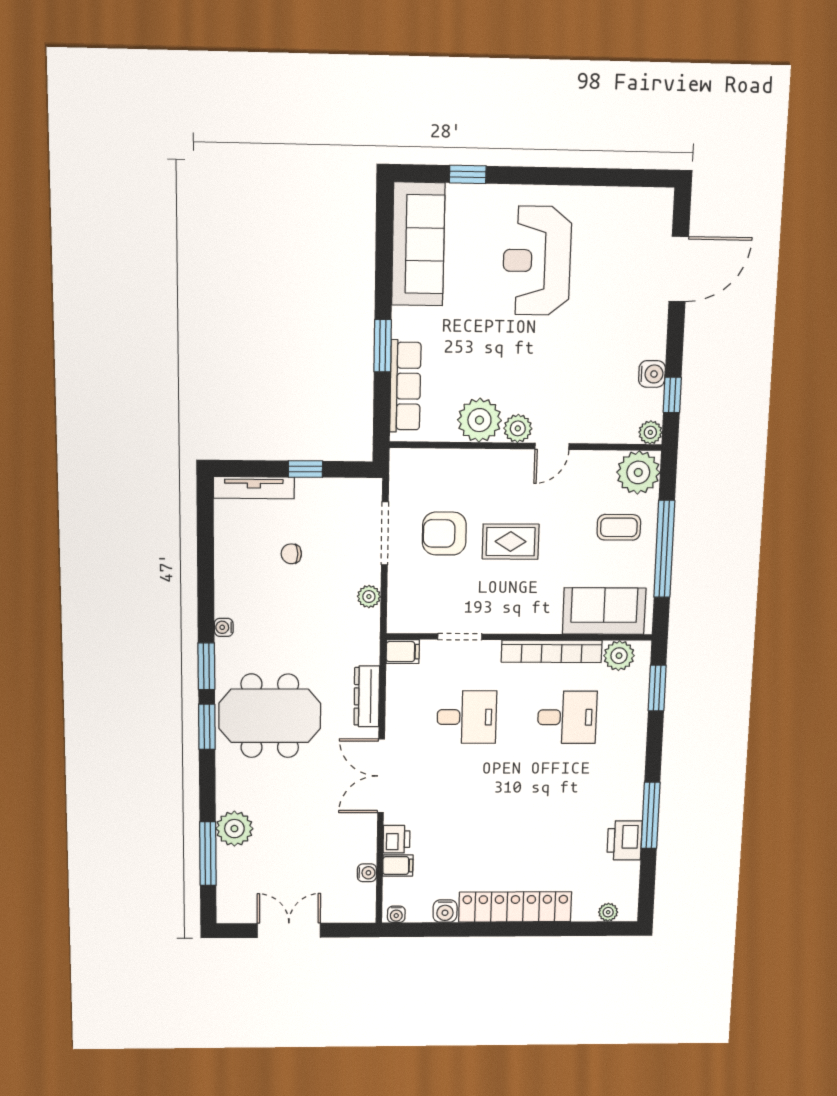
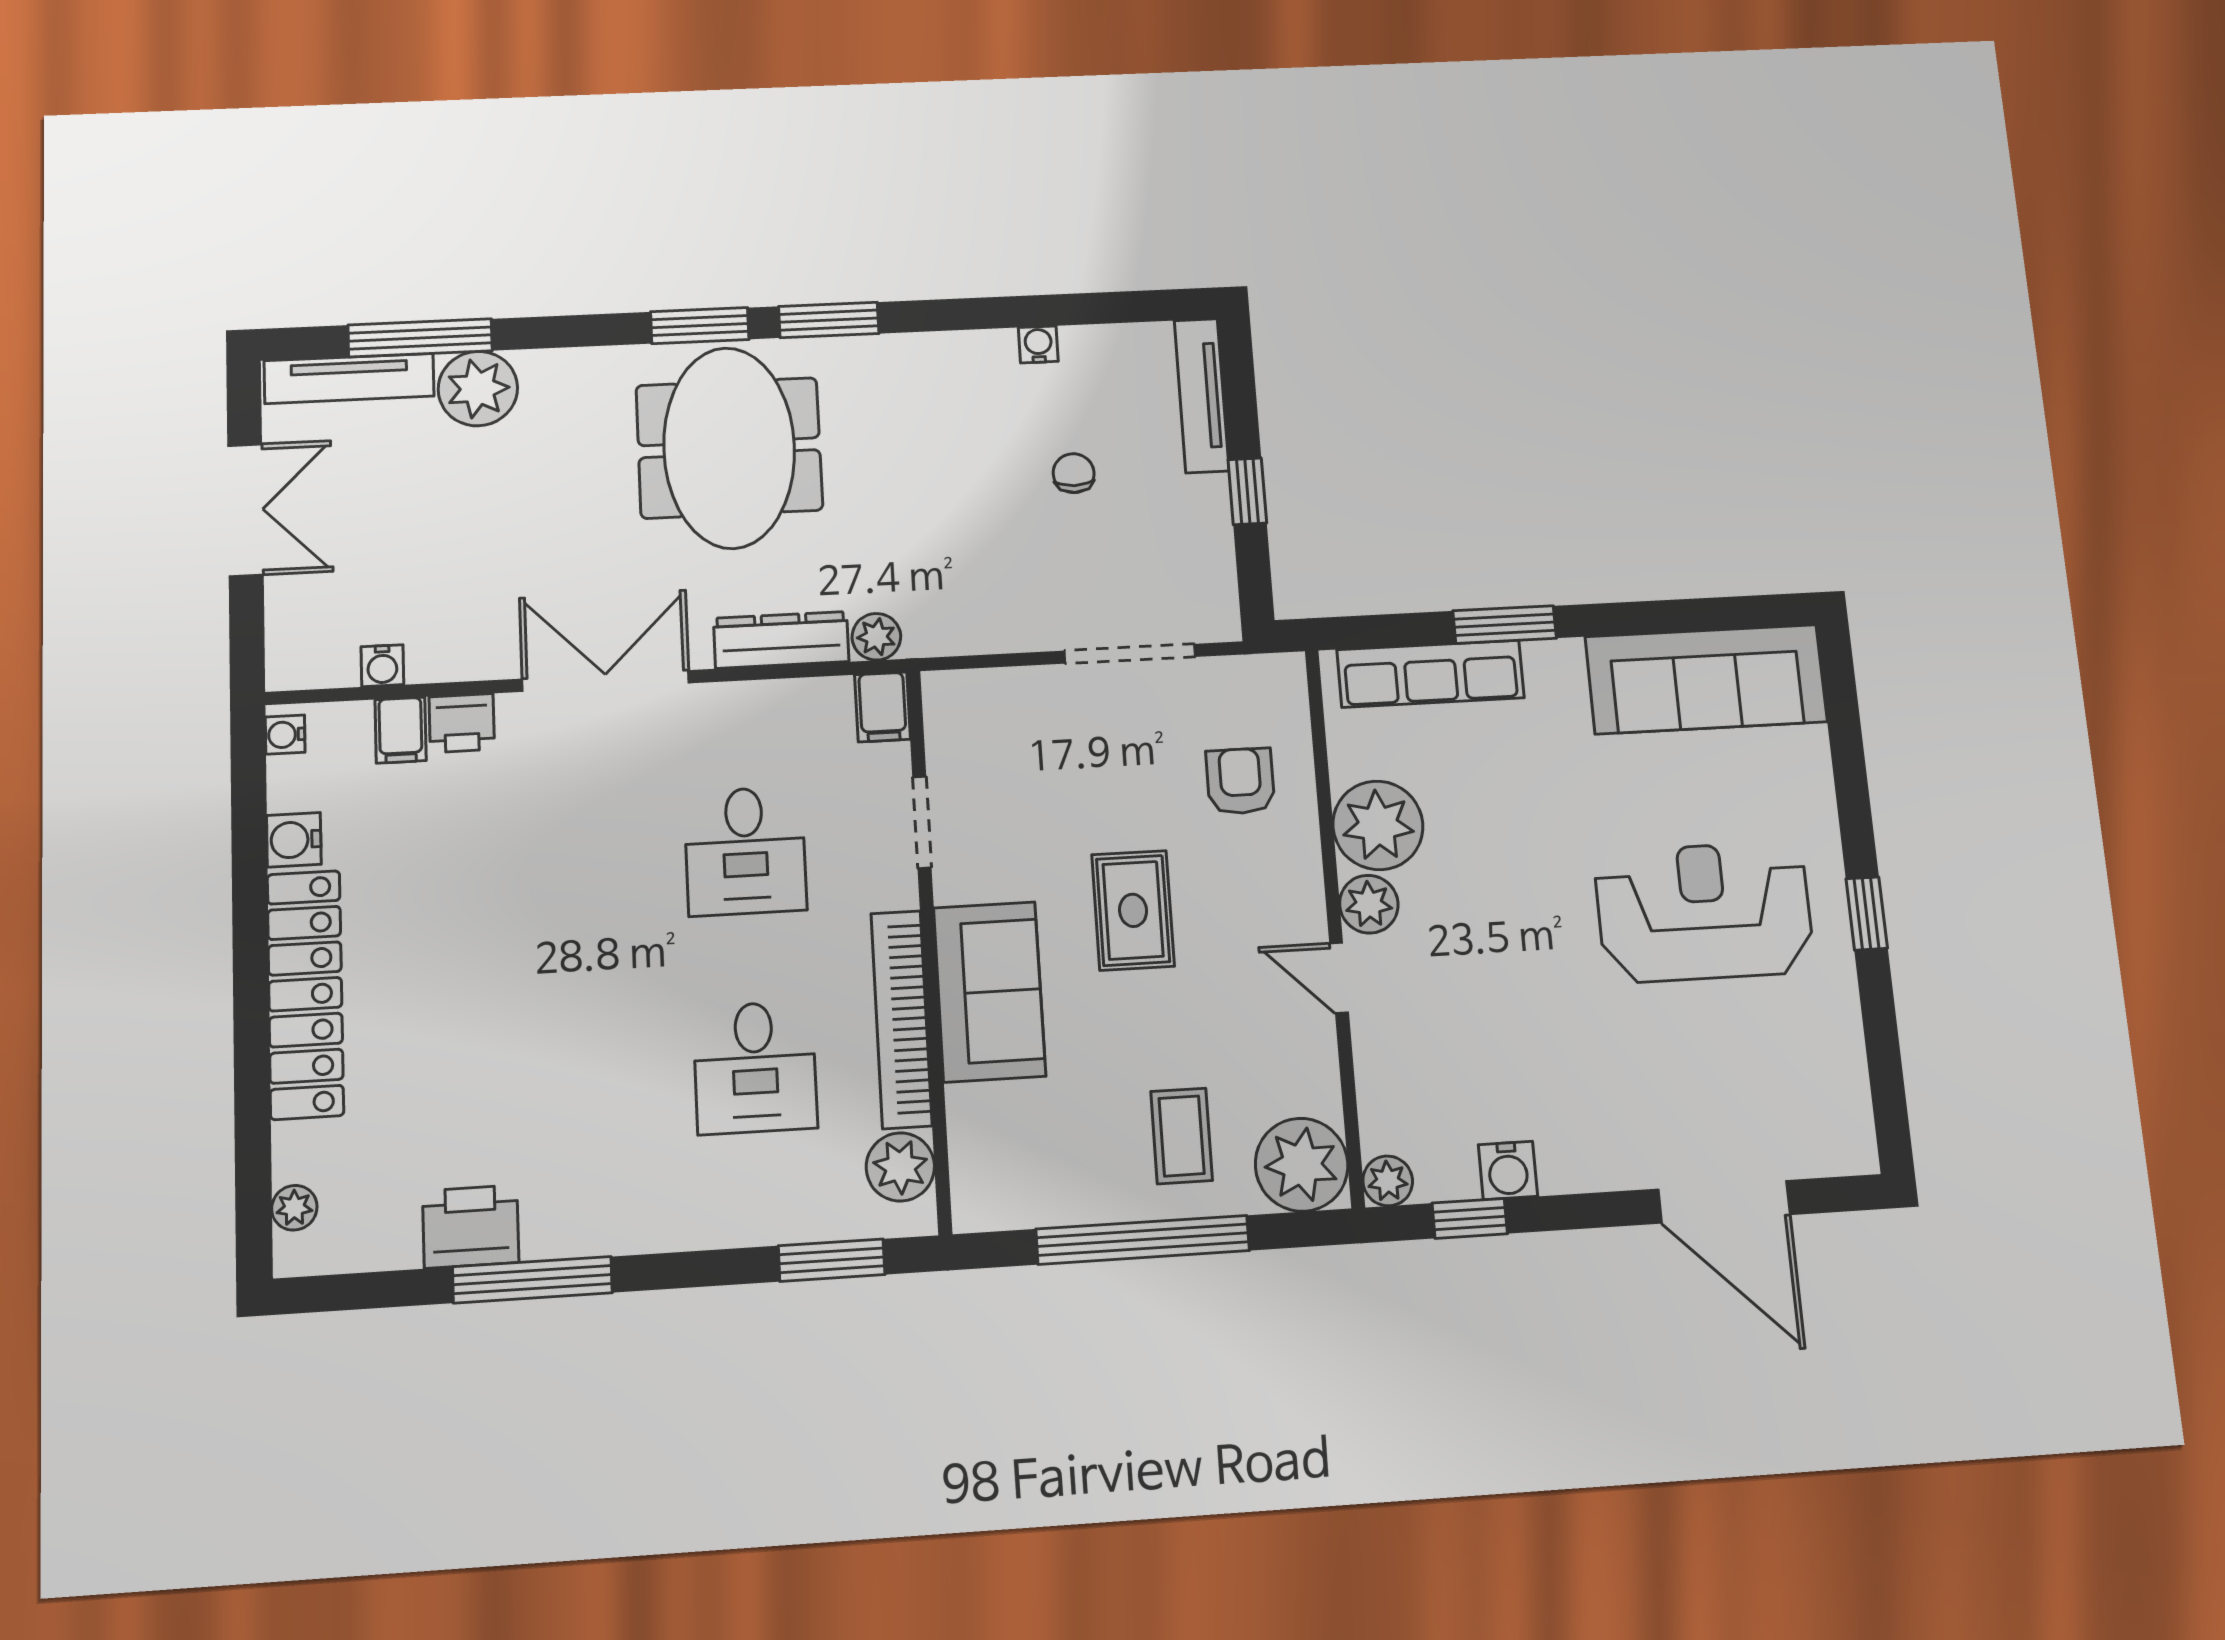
window: (468, 174) -> (1867, 913), moved
armchair: (444, 533) -> (1240, 781), moved, width x0.72, depth x0.72
plant: (369, 597) -> (876, 637), moved
sofa: (604, 611) -> (989, 992), moved
water cooler: (224, 627) -> (1038, 344), moved
tv unit: (227, 885) -> (349, 378), added

